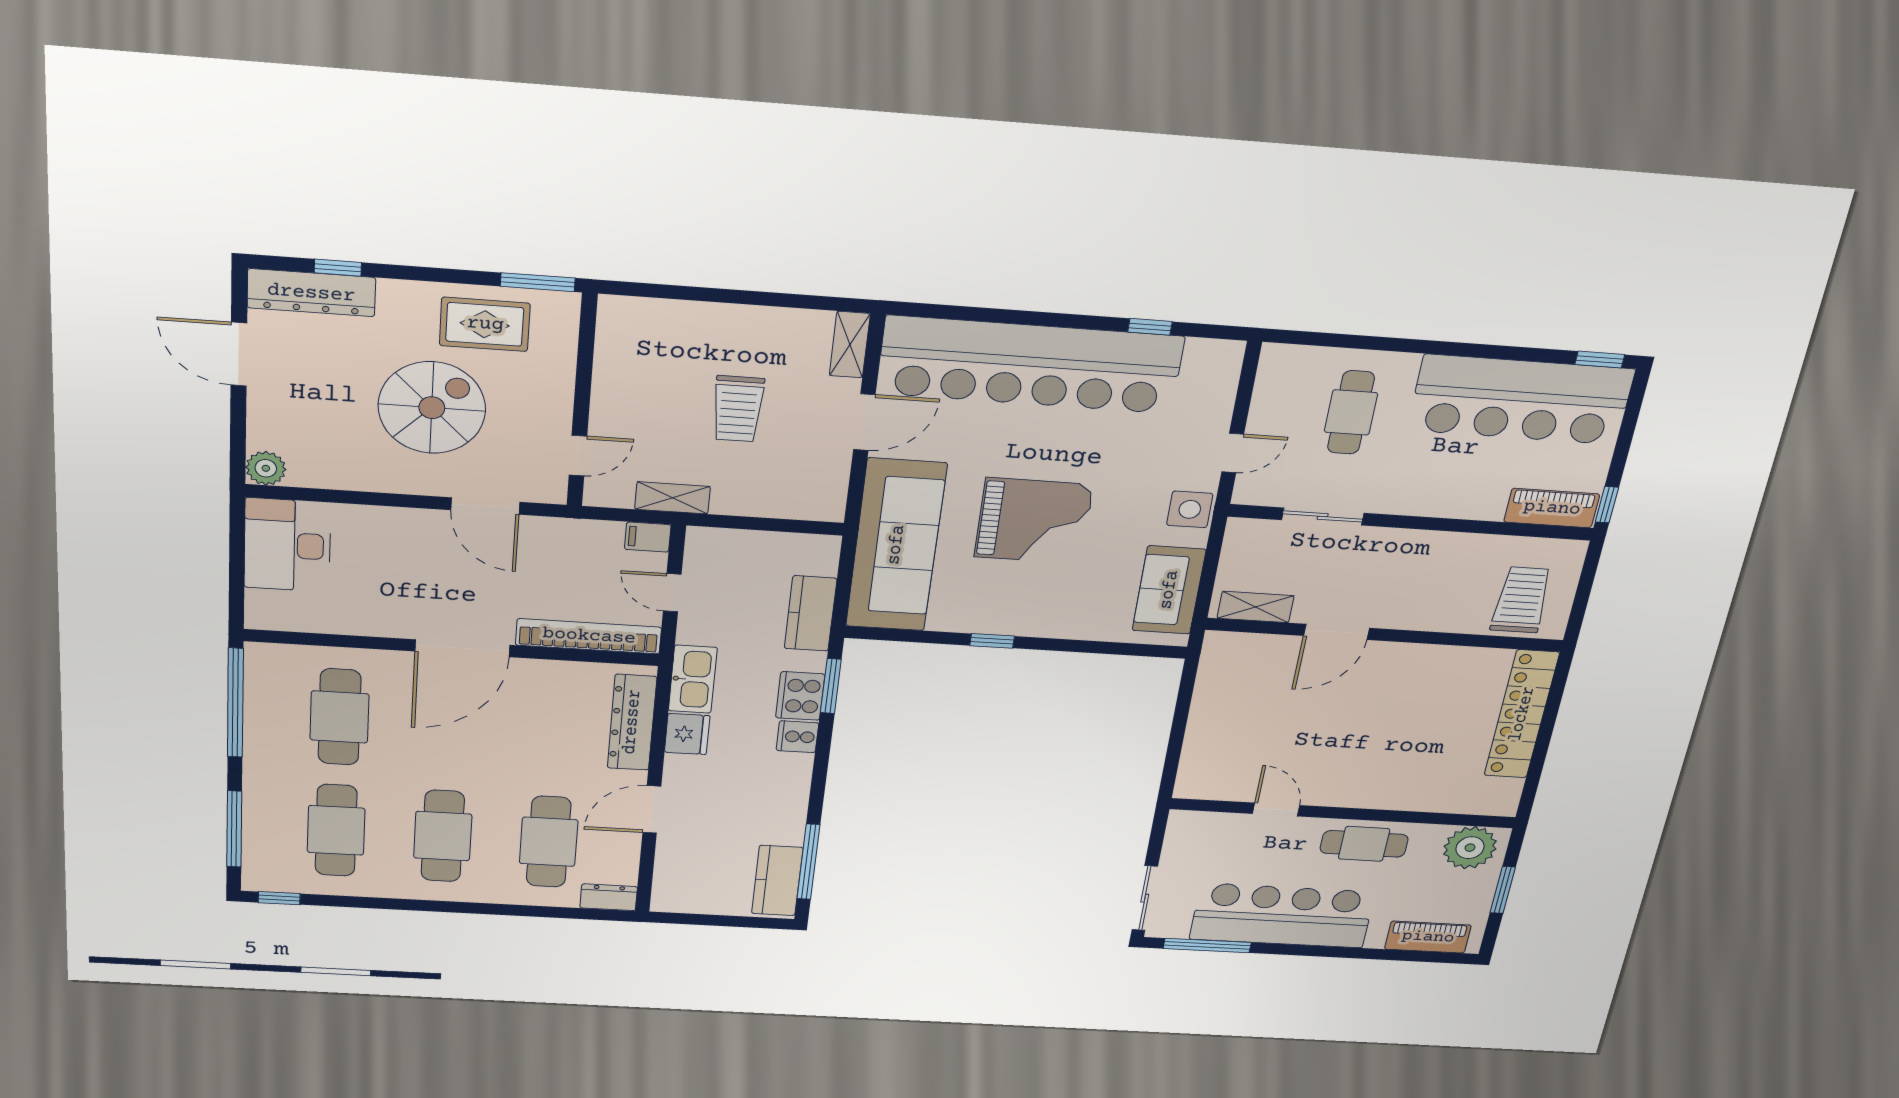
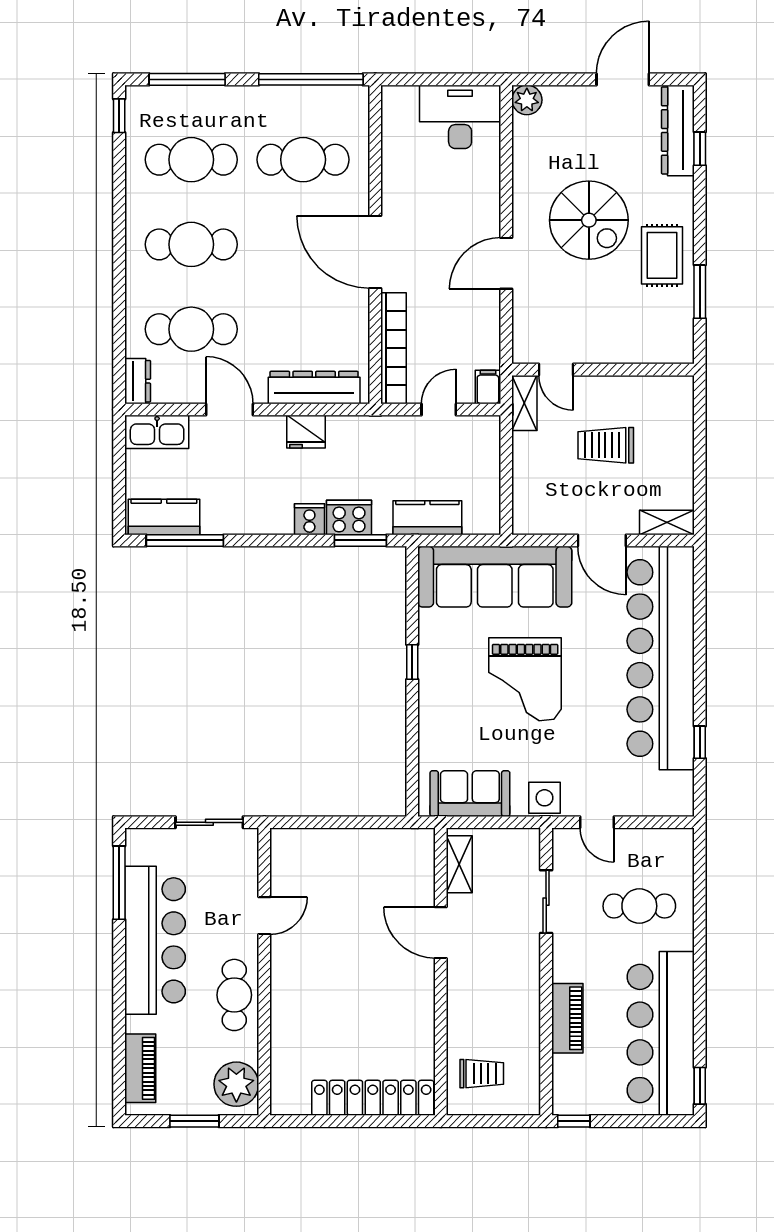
wall: (582, 401) -> (603, 370), moved
door: (578, 456) -> (556, 370), moved
piano: (1552, 508) -> (567, 1018), moved
trolley: (1521, 600) -> (482, 1074), width x0.73, depth x0.72
kitchen sink: (693, 679) -> (157, 432), moved
sliding door: (1145, 898) -> (209, 822), moved

